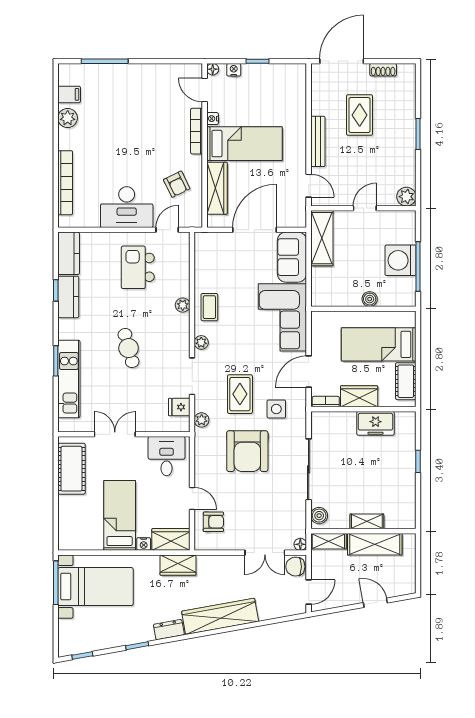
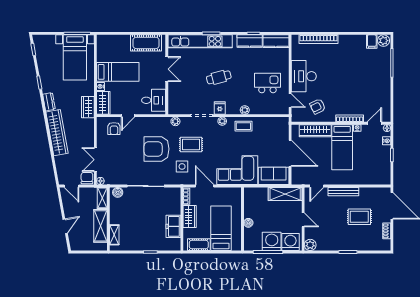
plant: (68, 118) -> (384, 41), moved
washing machine: (402, 229) -> (290, 242), added
kitchen unit: (69, 379) -> (200, 41), width x1.36
fridge: (179, 407) -> (220, 108), moved
shelving: (367, 521) -> (114, 235), moved

